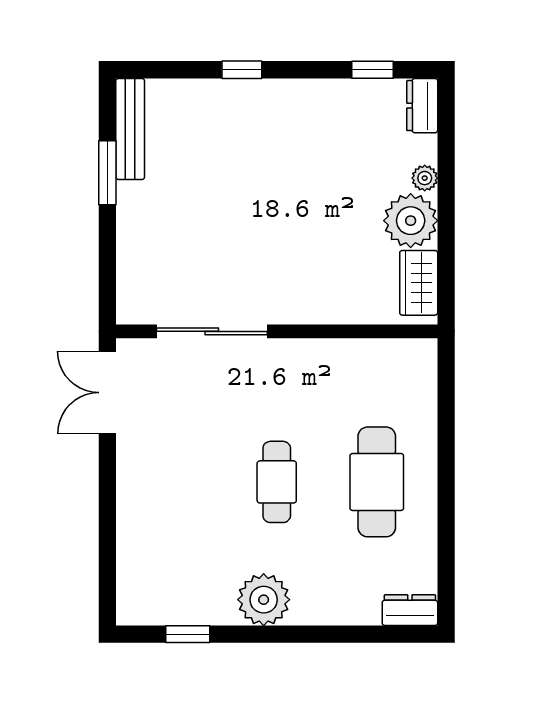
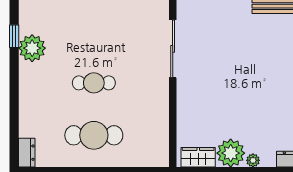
plant: (264, 600) -> (32, 48), moved

